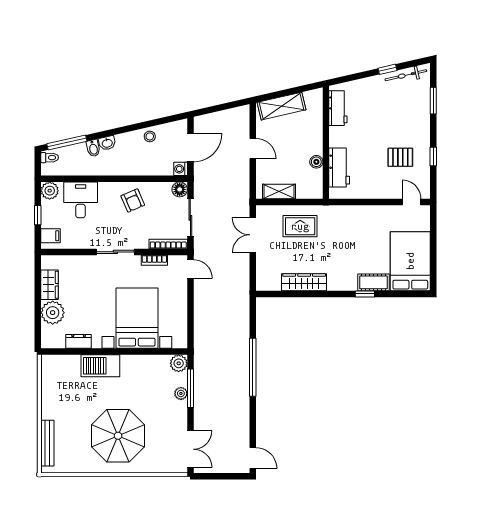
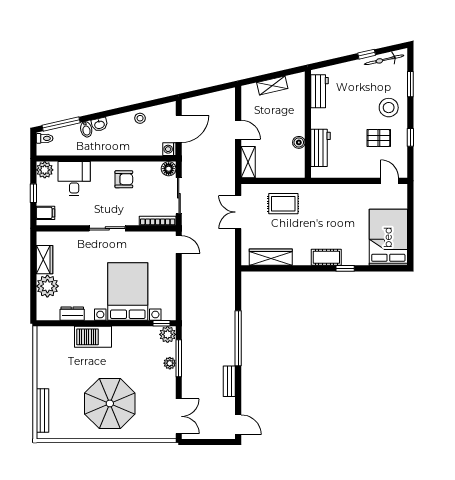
shelving: (282, 106) -> (272, 86), width x0.67, depth x0.75
stool: (411, 125) -> (389, 108), added
shelving: (279, 192) -> (248, 162), moved, turned 90
armchair: (133, 200) -> (124, 179), turned -67
bookcase: (154, 260) -> (144, 236), removed
wardrobe: (304, 282) -> (271, 257), moved
cot: (373, 282) -> (326, 257), moved
window: (172, 352) -> (162, 323), added
bench: (243, 412) -> (229, 381), added

